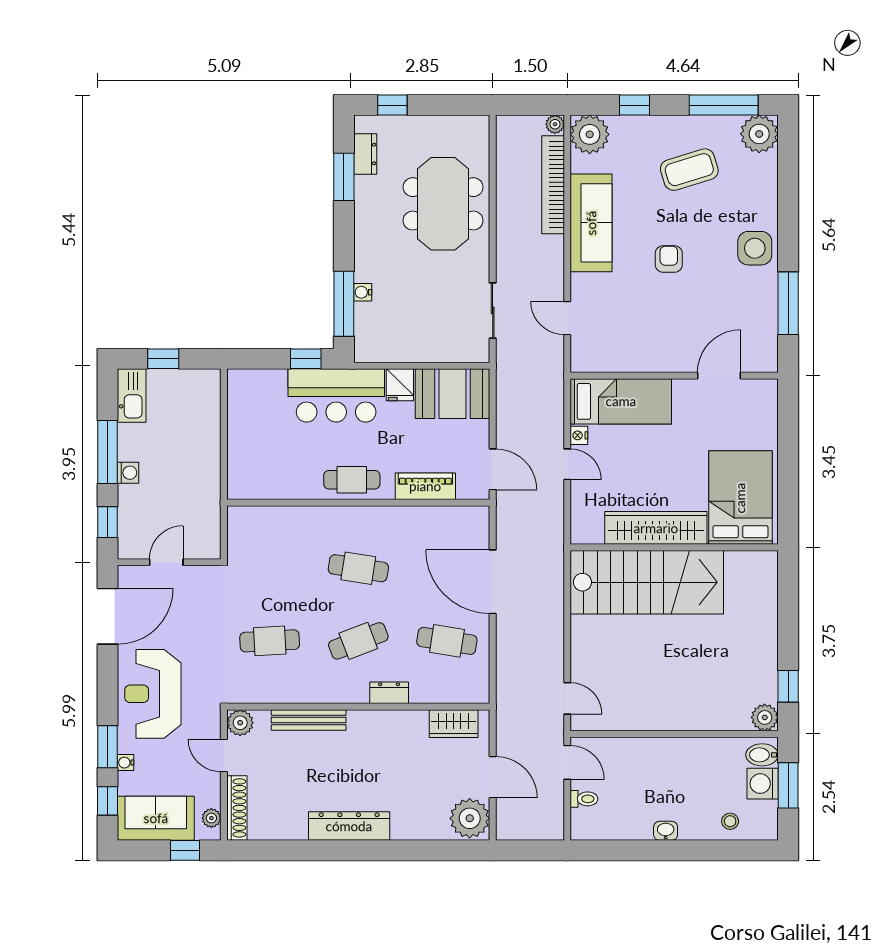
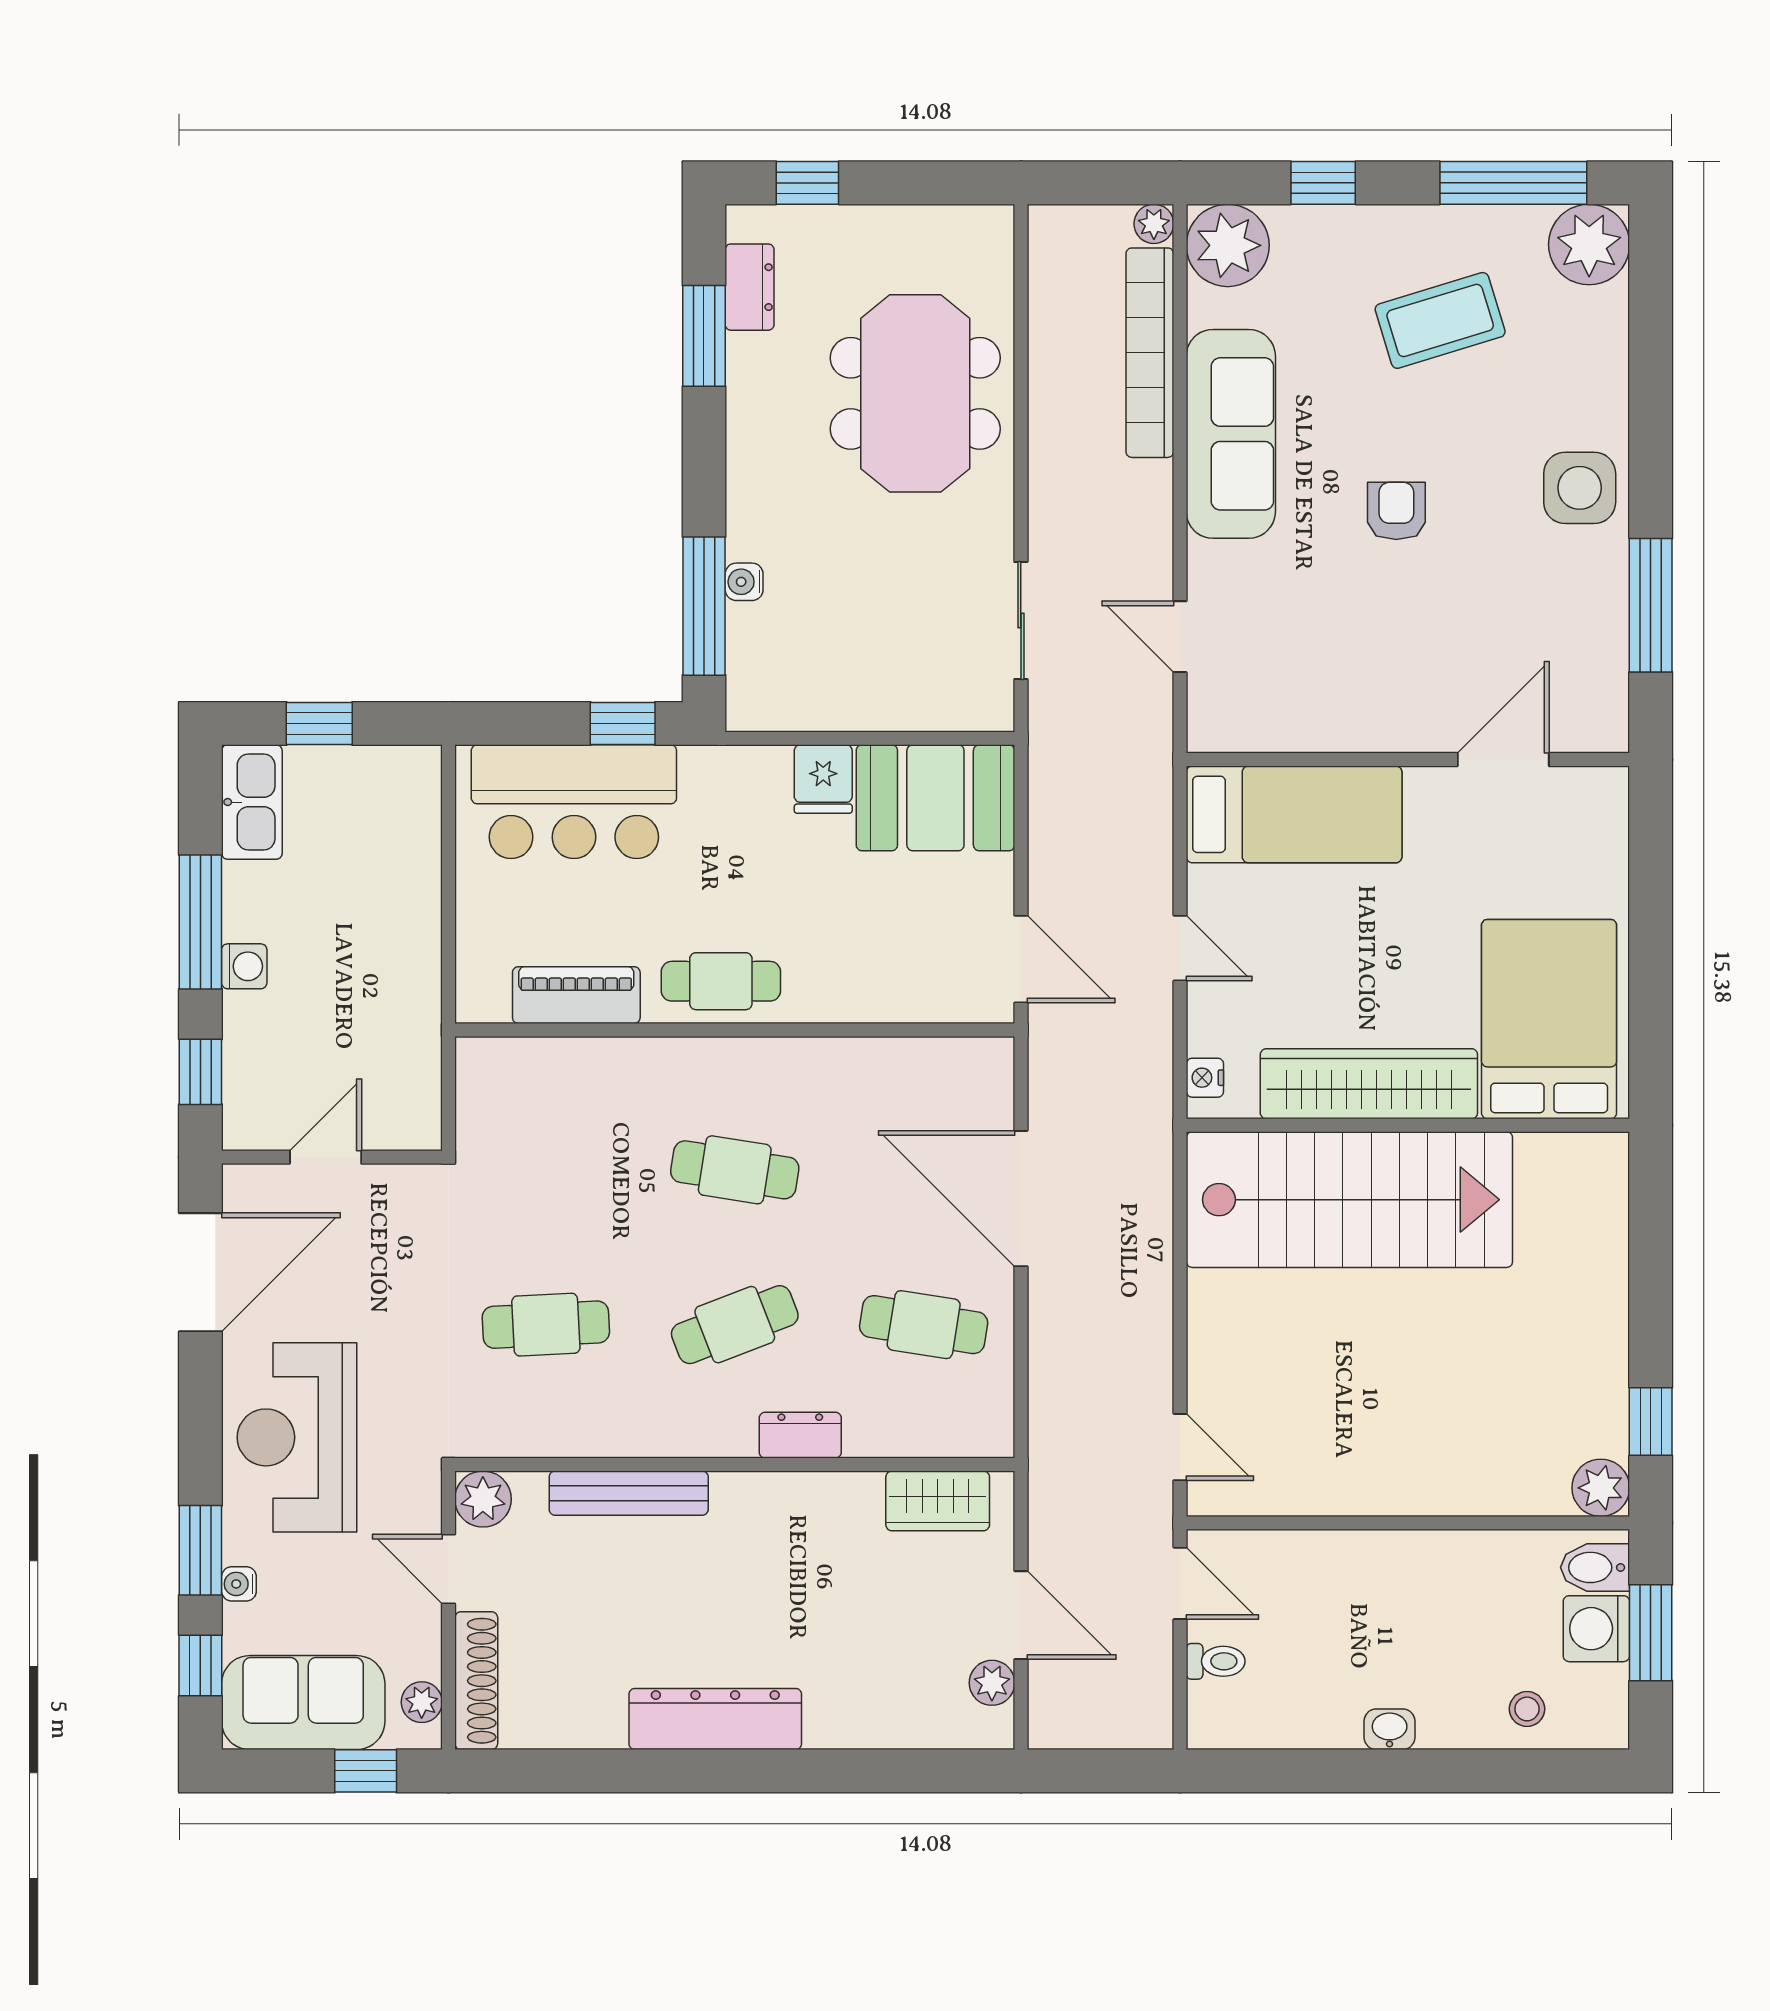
bar counter: (336, 395) -> (574, 802), moved
nightstand: (579, 435) -> (1205, 1078), moved
piano: (425, 486) -> (576, 995), moved
plant: (470, 818) -> (992, 1683), width x0.53, depth x0.53

